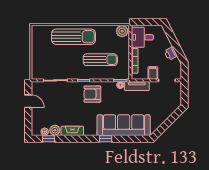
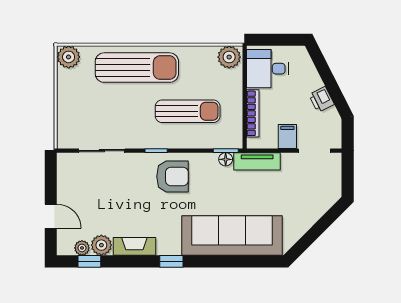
plant: (38, 31) -> (69, 57), added
armchair: (92, 94) -> (172, 176), turned 180
door: (28, 101) -> (51, 216), moved
window: (106, 139) -> (171, 261), moved

